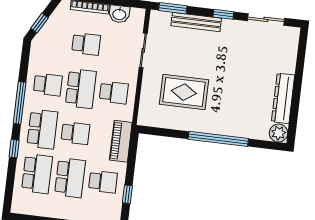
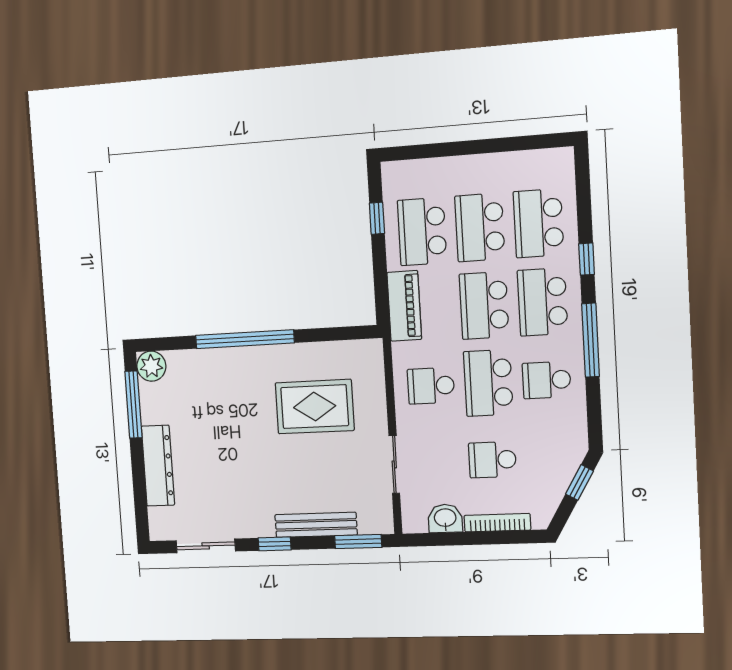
dresser: (283, 98) -> (158, 466), moved
window: (294, 112) -> (133, 404), added
school desk: (75, 133) -> (484, 305), width x1.85
school desk: (103, 182) -> (422, 232), width x1.85

